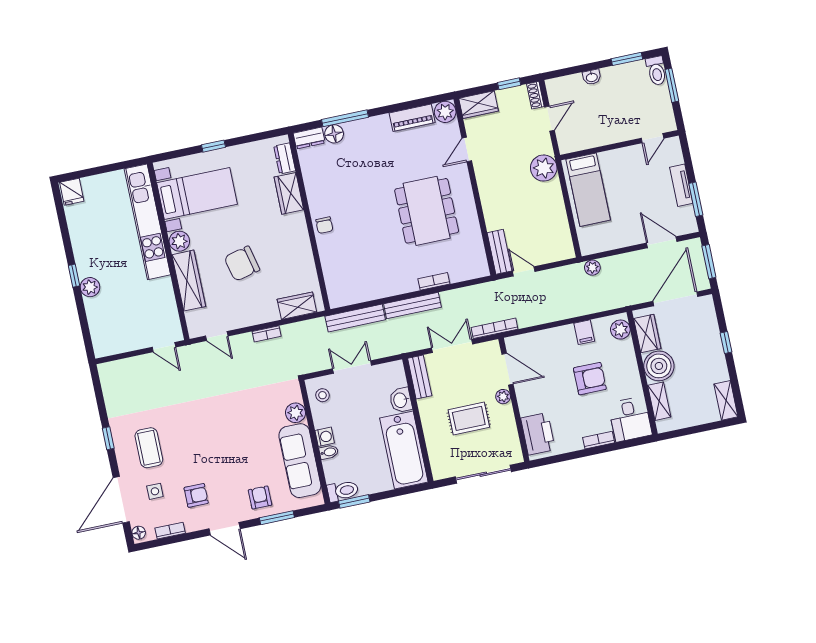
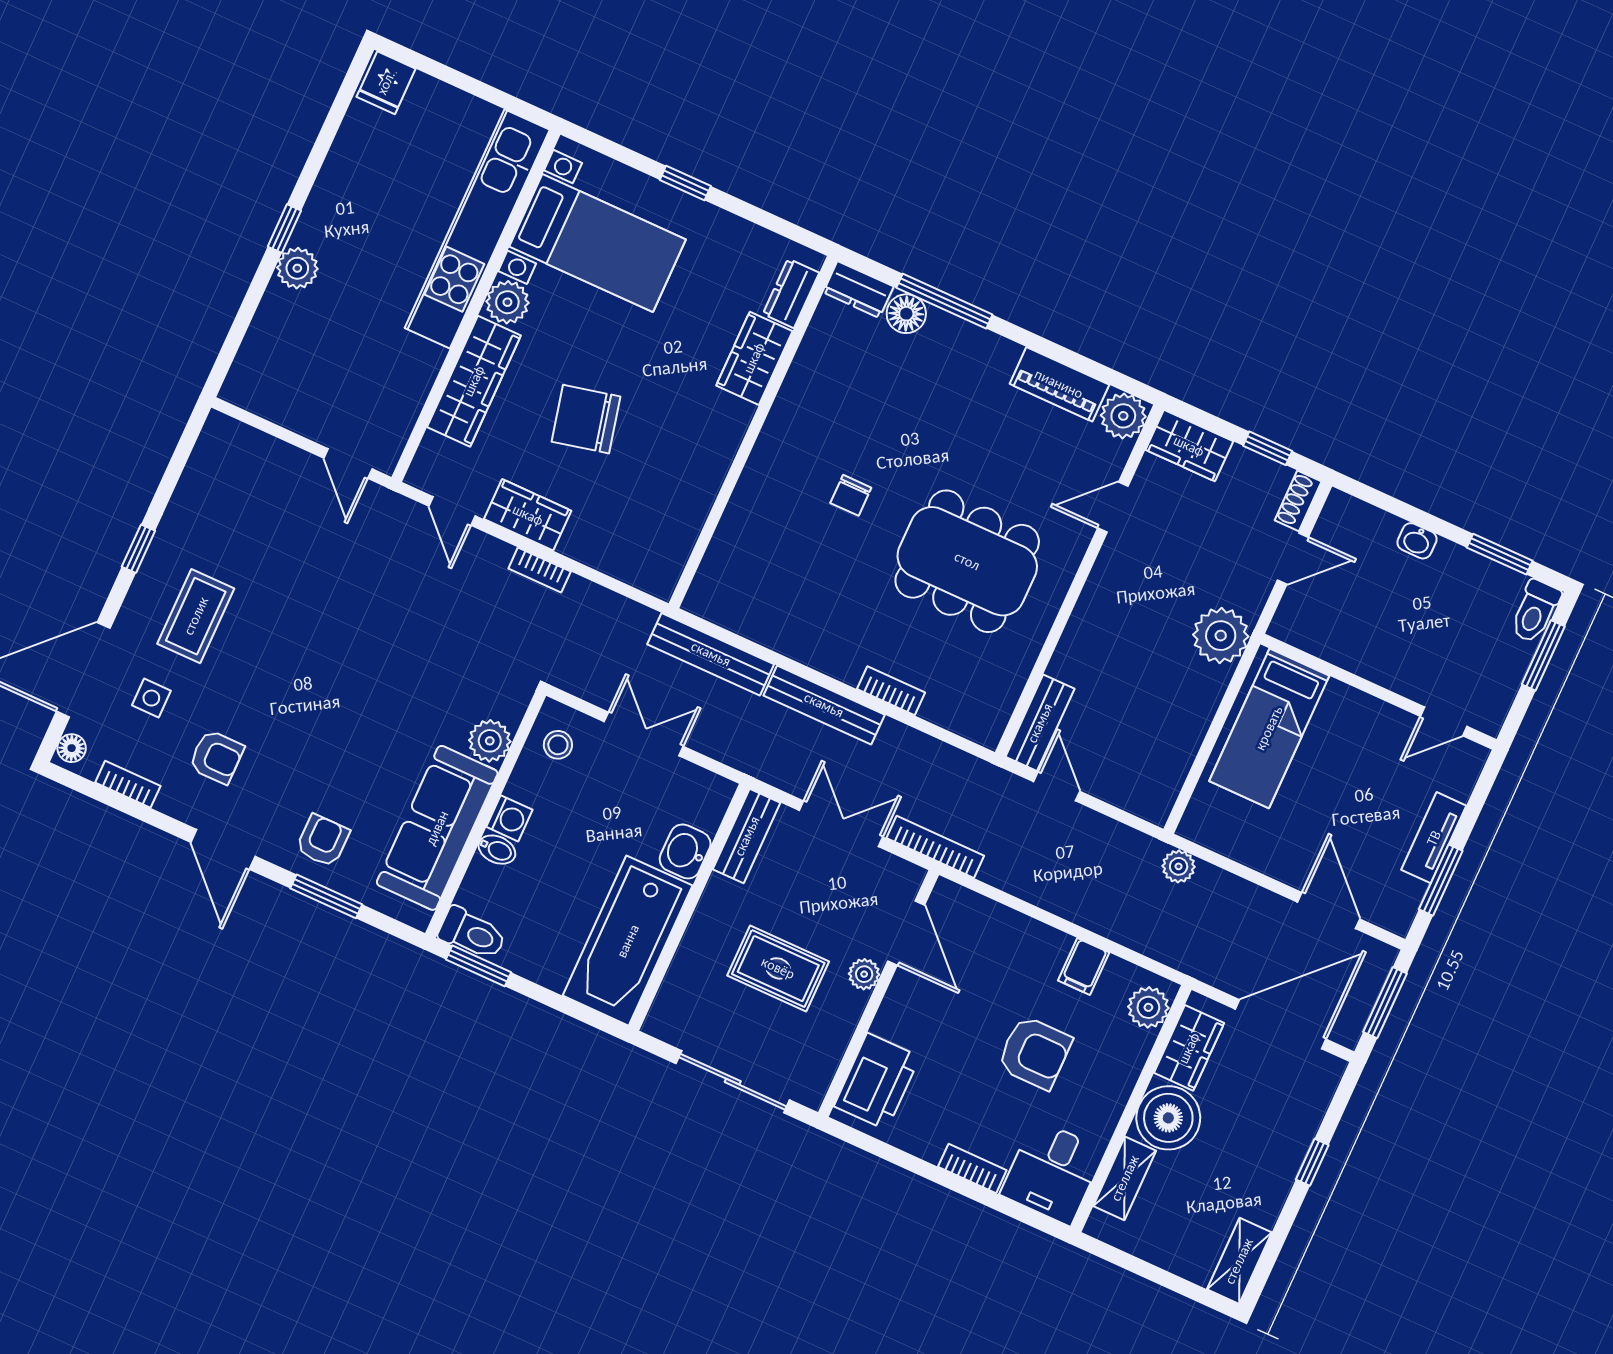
dining table: (427, 211) -> (967, 561), turned 90
chair: (324, 225) -> (851, 495), moved
wardrobe: (297, 306) -> (528, 515), moved

